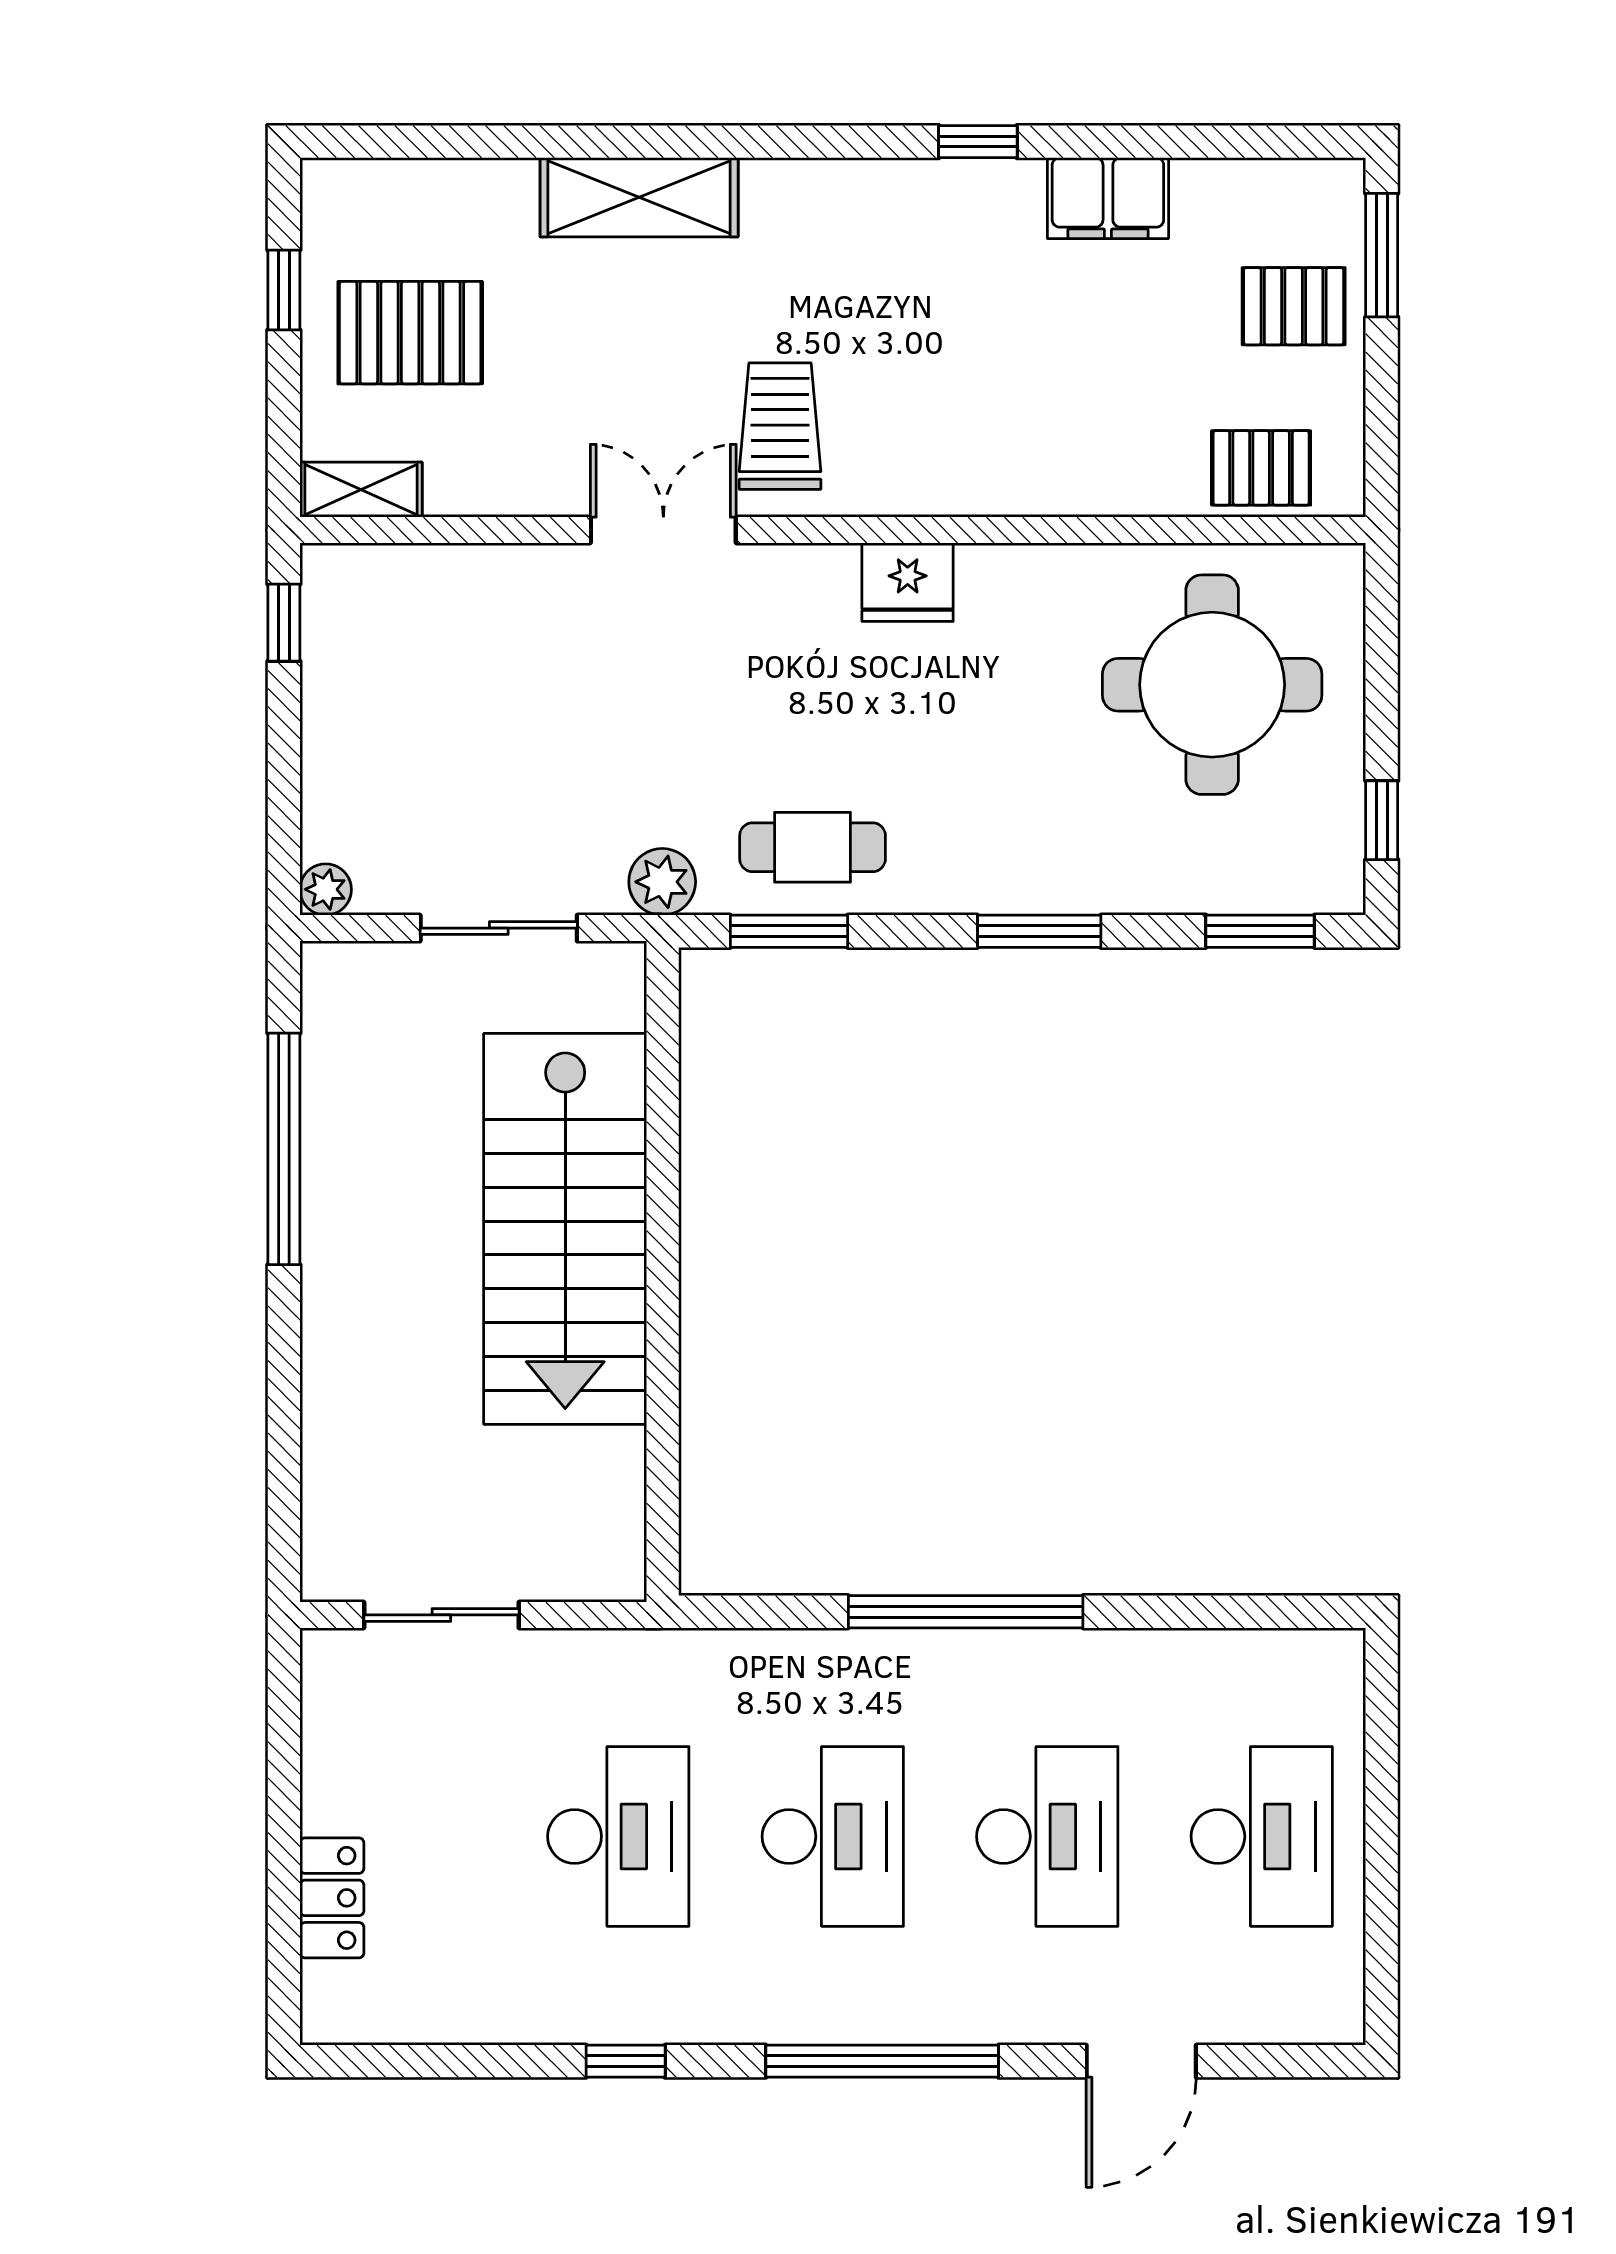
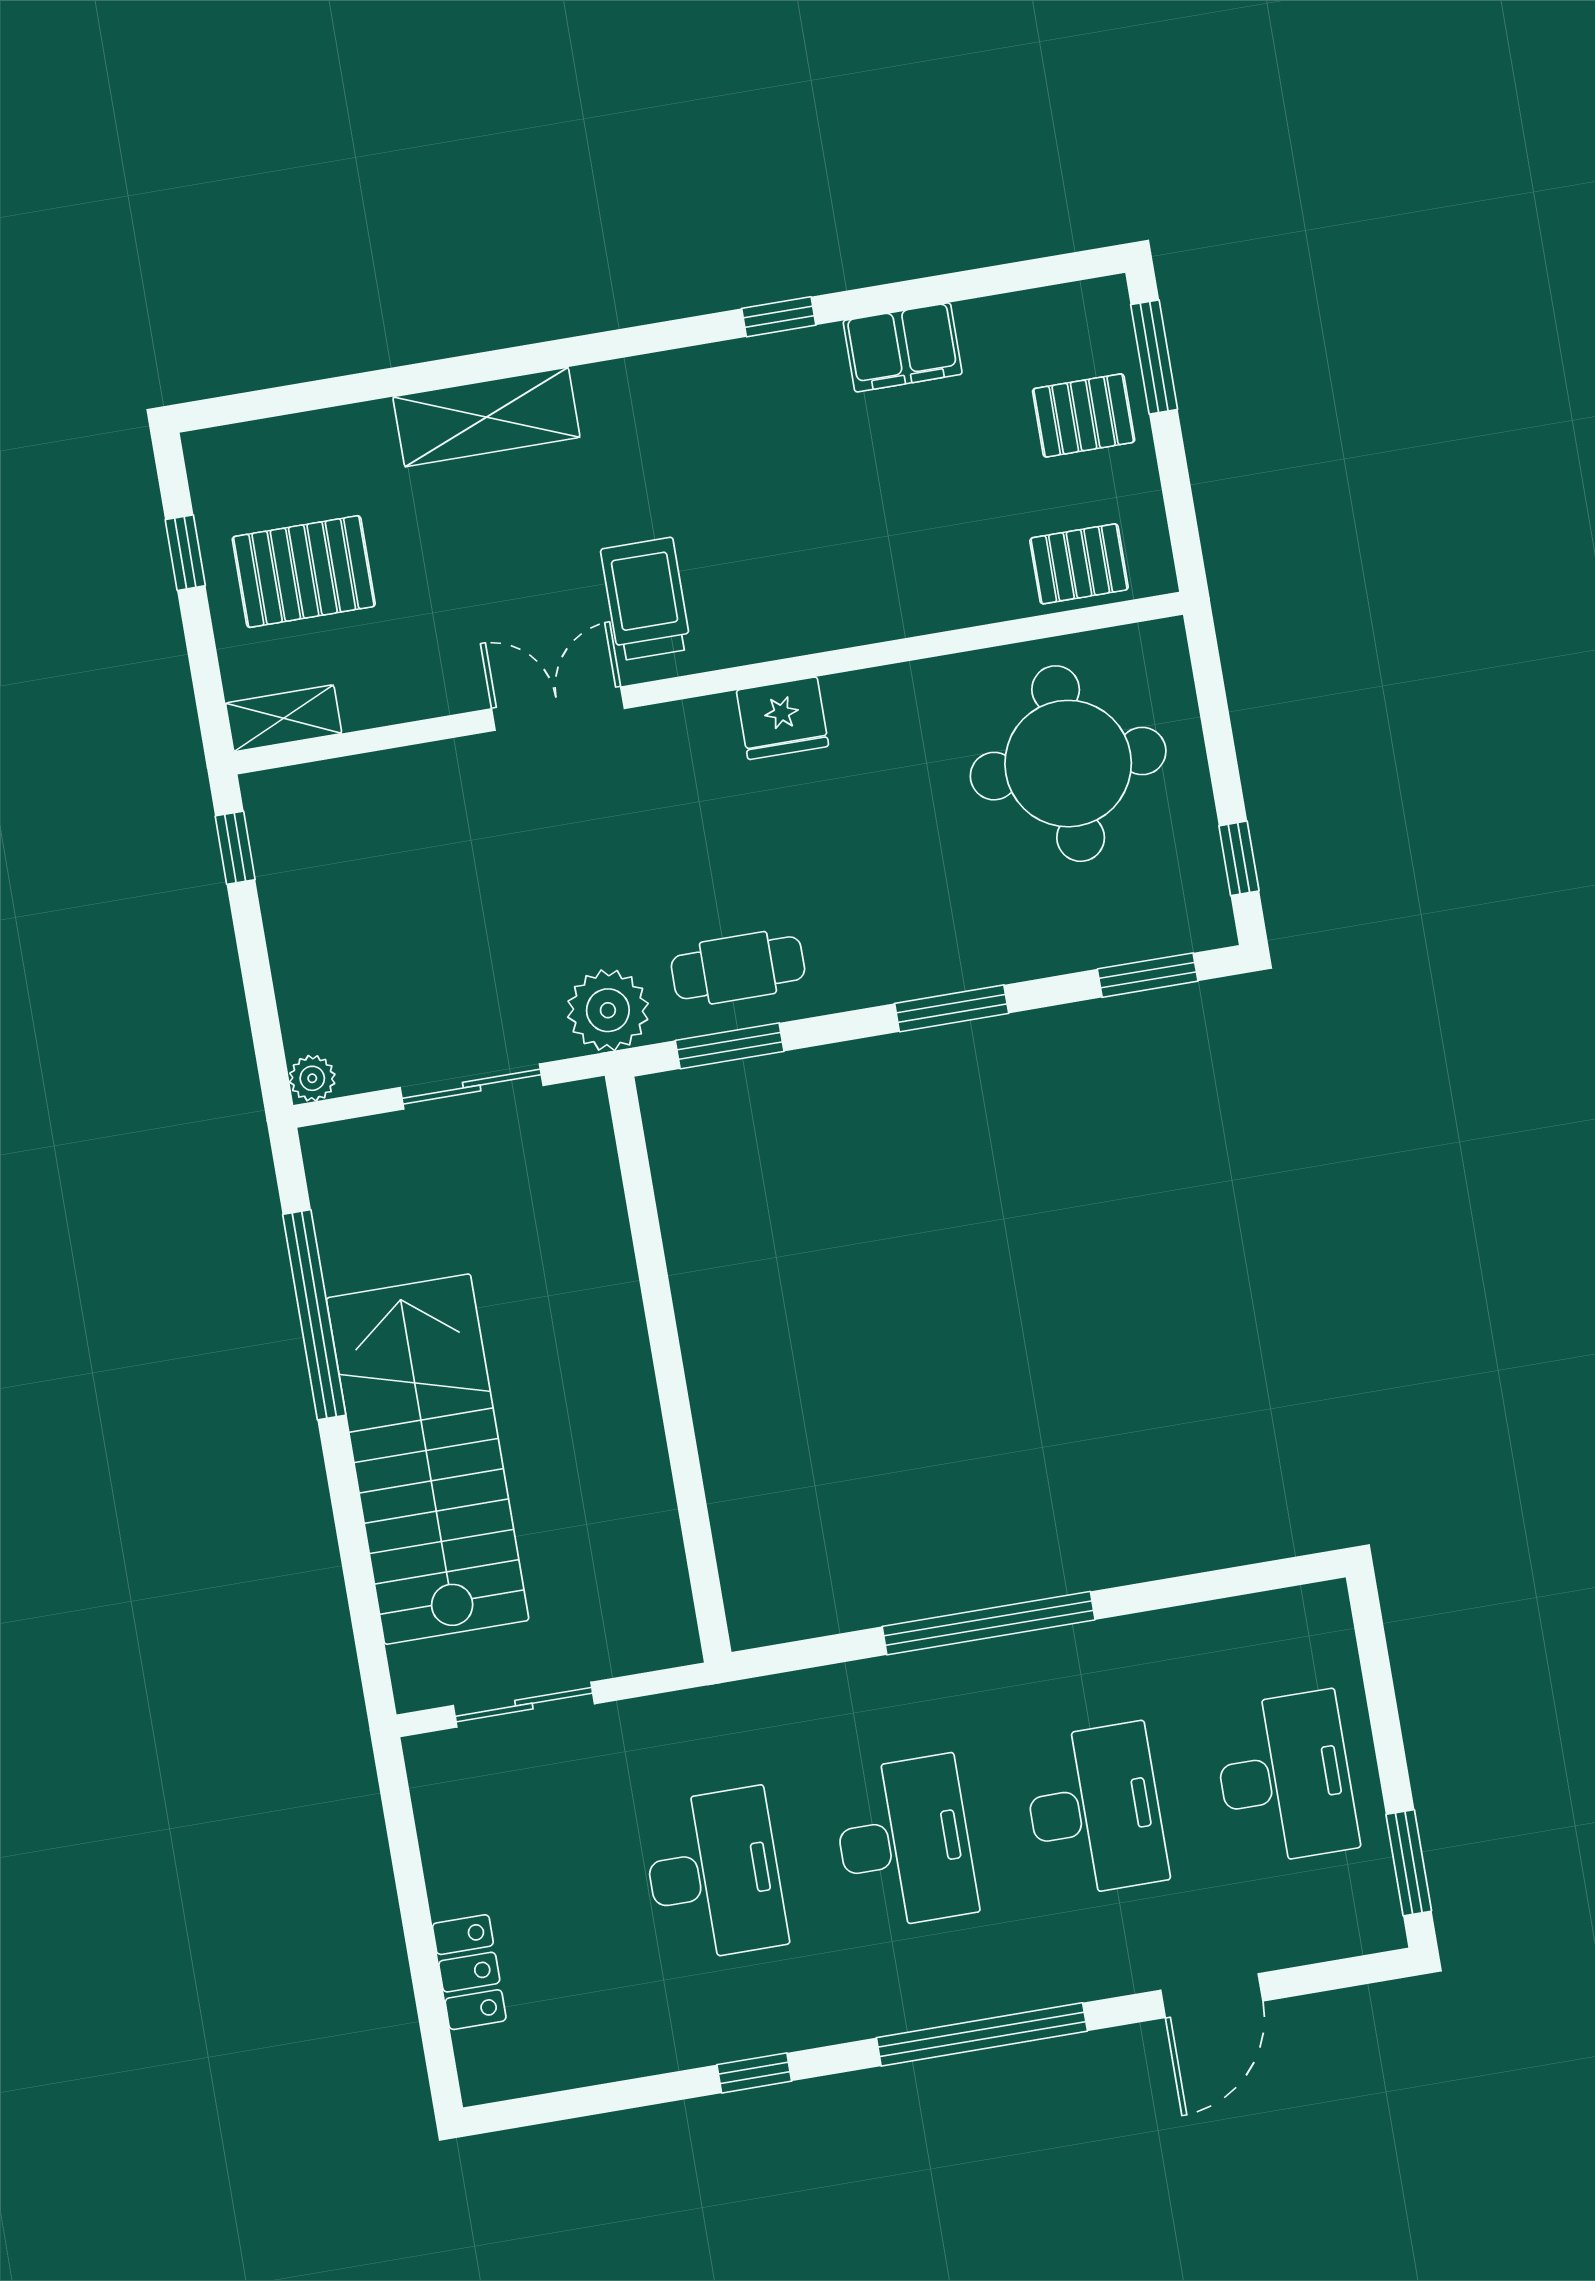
plant: (662, 882) -> (608, 1010), width x1.36, depth x1.36
stairs: (565, 1229) -> (428, 1459), moved, turned 180
window: (1382, 1952) -> (1409, 1863), added

